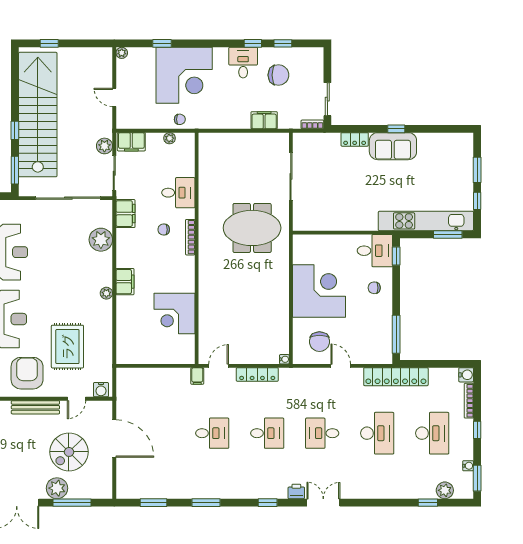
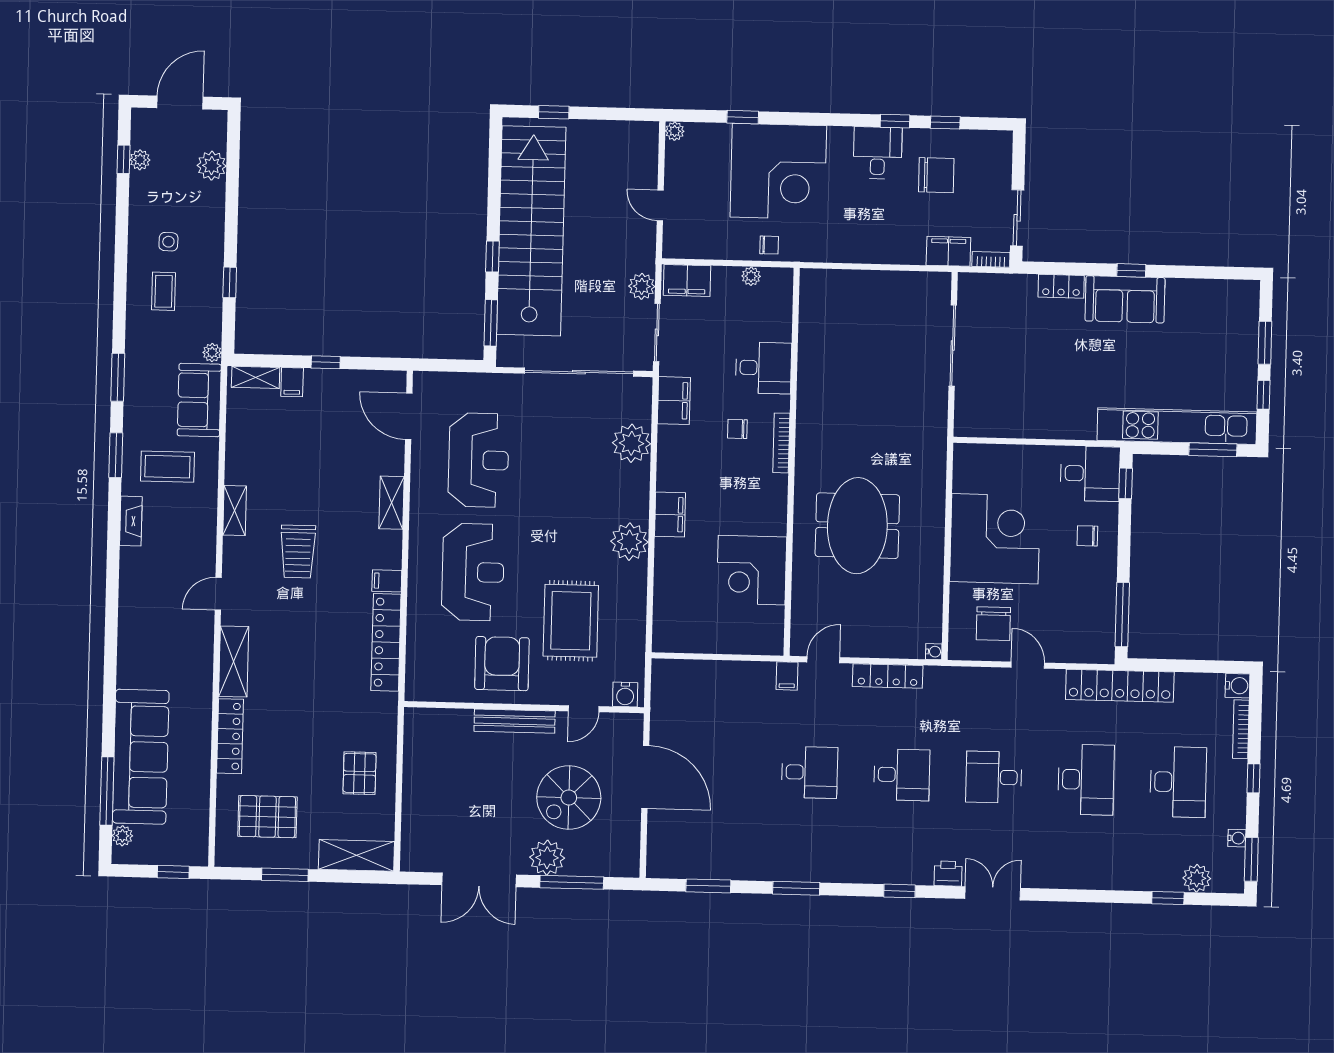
filing cabinet: (264, 120) -> (948, 251), moved
meeting table: (252, 228) -> (857, 526), moved, turned 90
plant: (106, 293) -> (629, 542), width x1.88, depth x1.88

